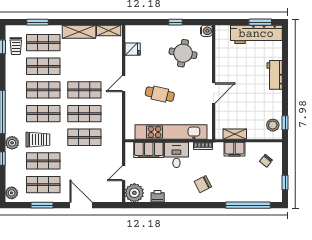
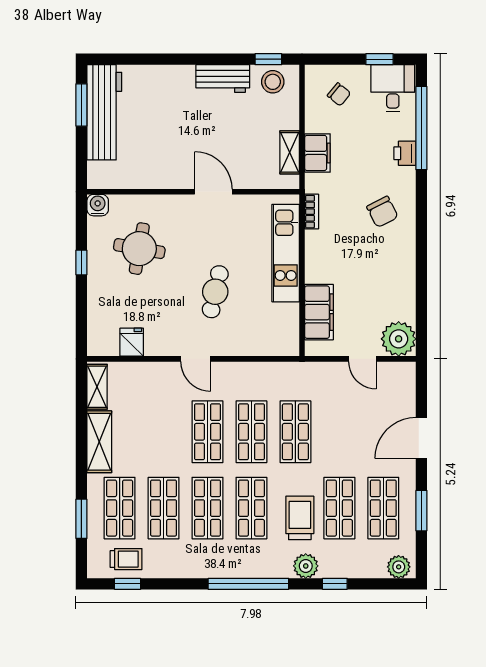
workbench: (275, 75) -> (223, 78), moved
kitchen unit: (171, 132) -> (286, 253), width x0.73
desk: (176, 155) -> (393, 88), moved, turned 90
printer: (158, 196) -> (405, 153), moved

